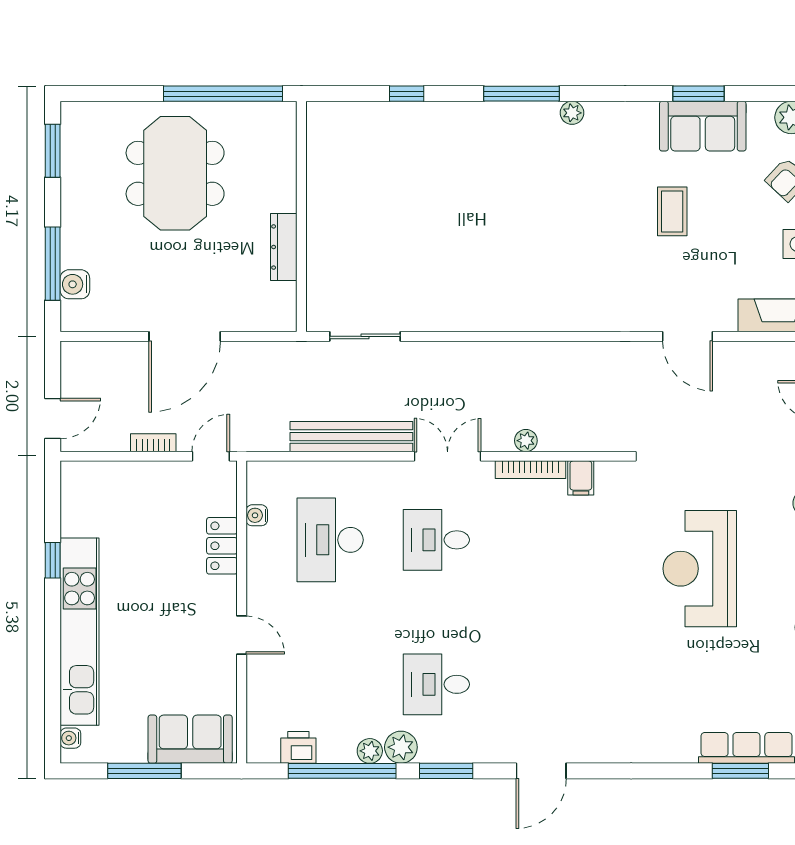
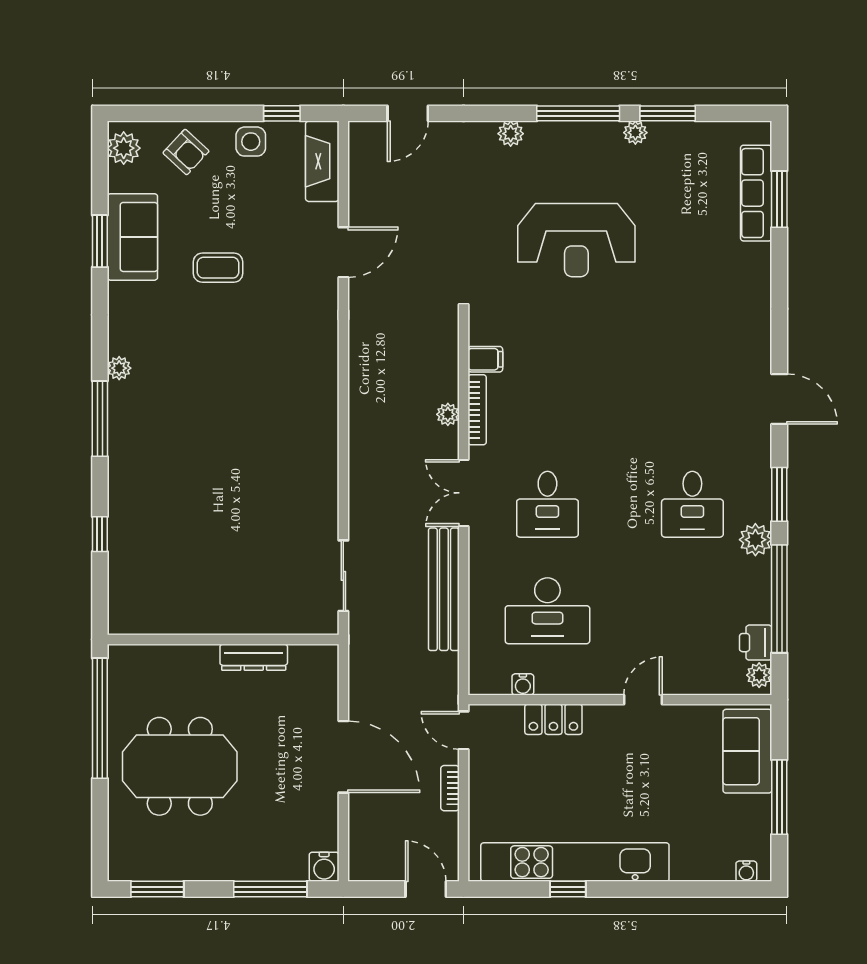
water cooler: (75, 284) -> (324, 867), moved
kitchen unit: (80, 632) -> (575, 862), moved
plant: (370, 751) -> (759, 675), moved

